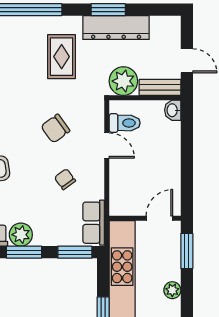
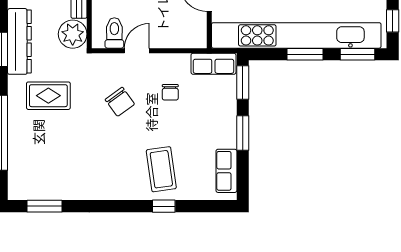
chair: (65, 179) -> (170, 92), turned -54
plant: (21, 235) -> (225, 136), removed

